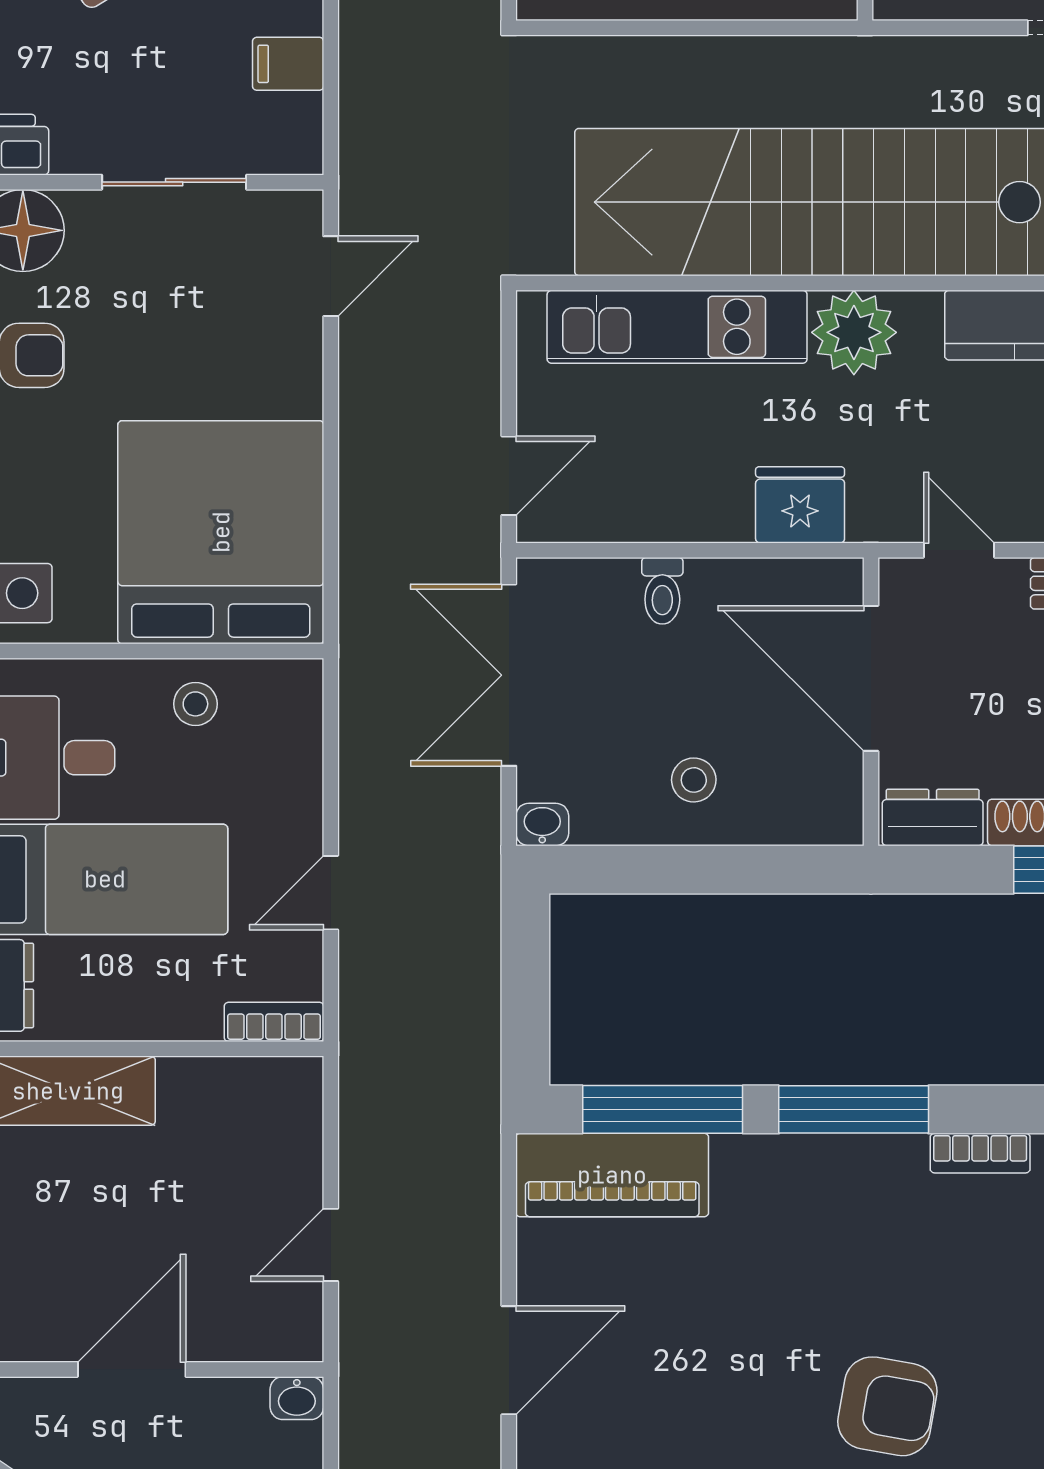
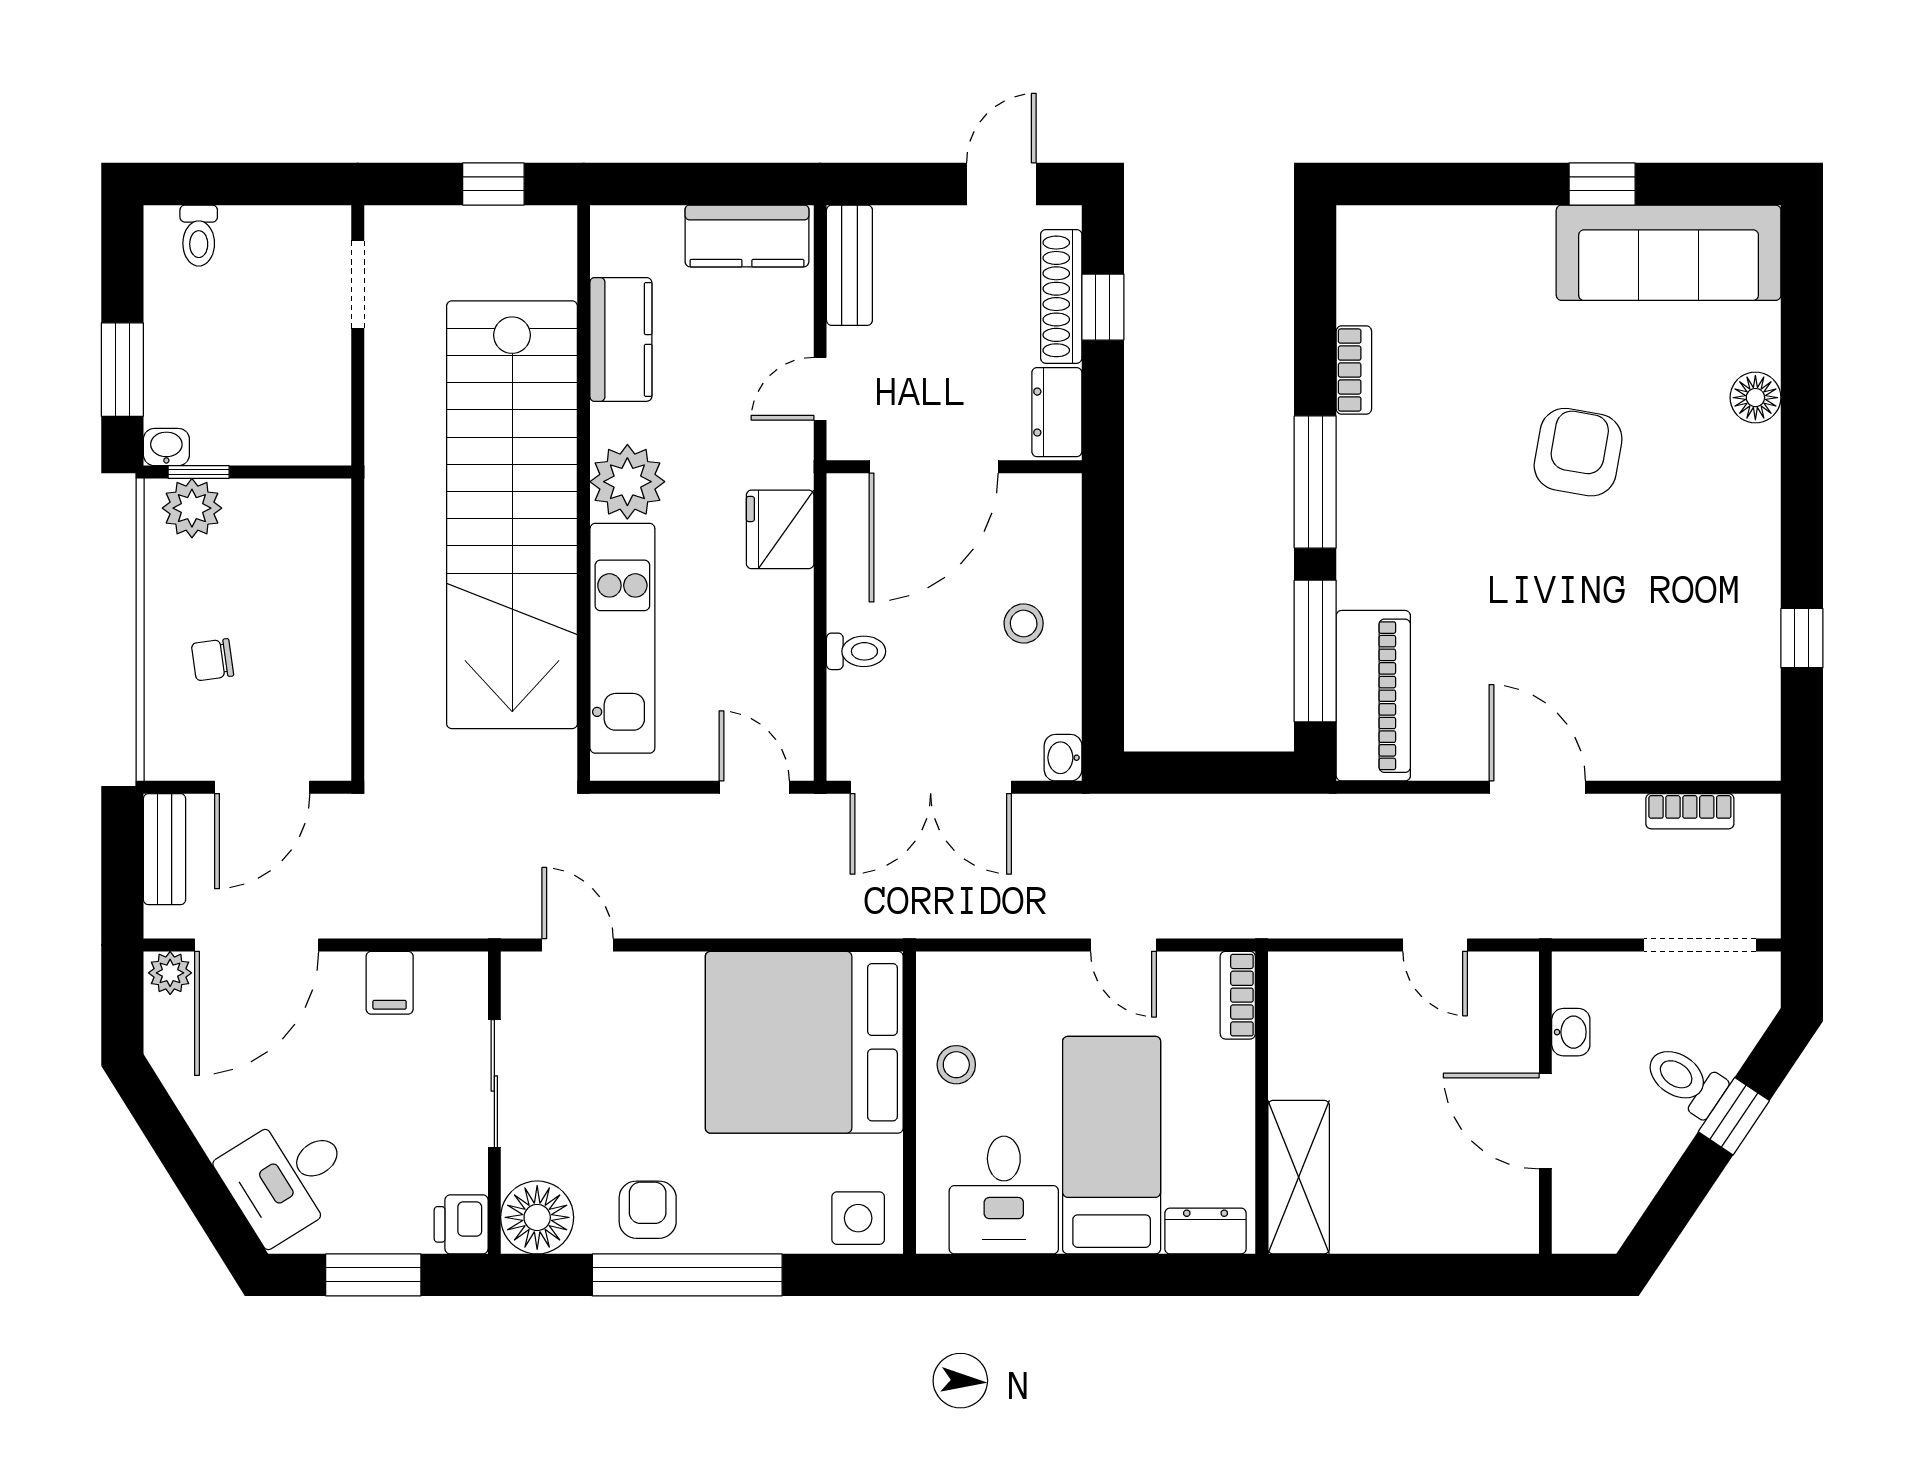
washbasin: (297, 1398) -> (1571, 1032), moved

